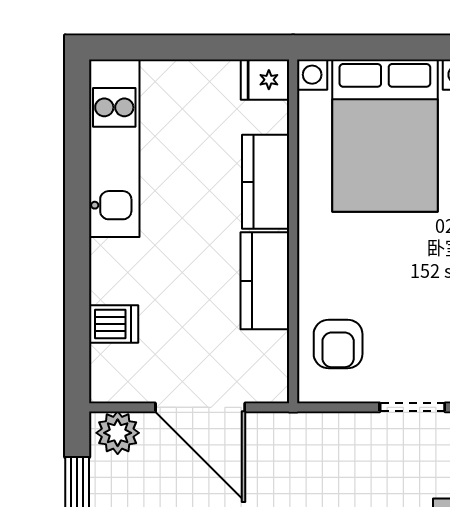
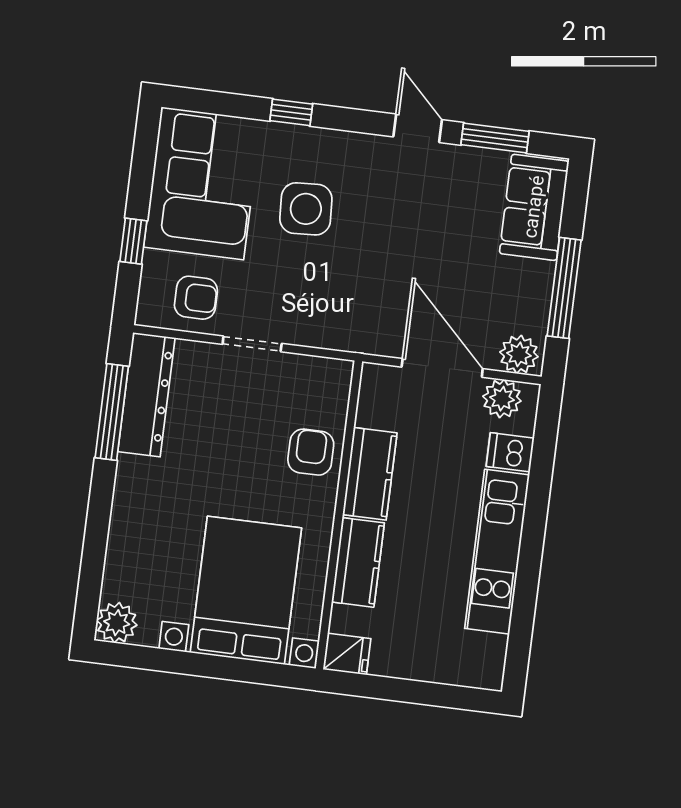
kitchen unit: (114, 148) -> (497, 552), moved
armchair: (338, 344) -> (311, 452), moved
plant: (130, 382) -> (502, 399), added

